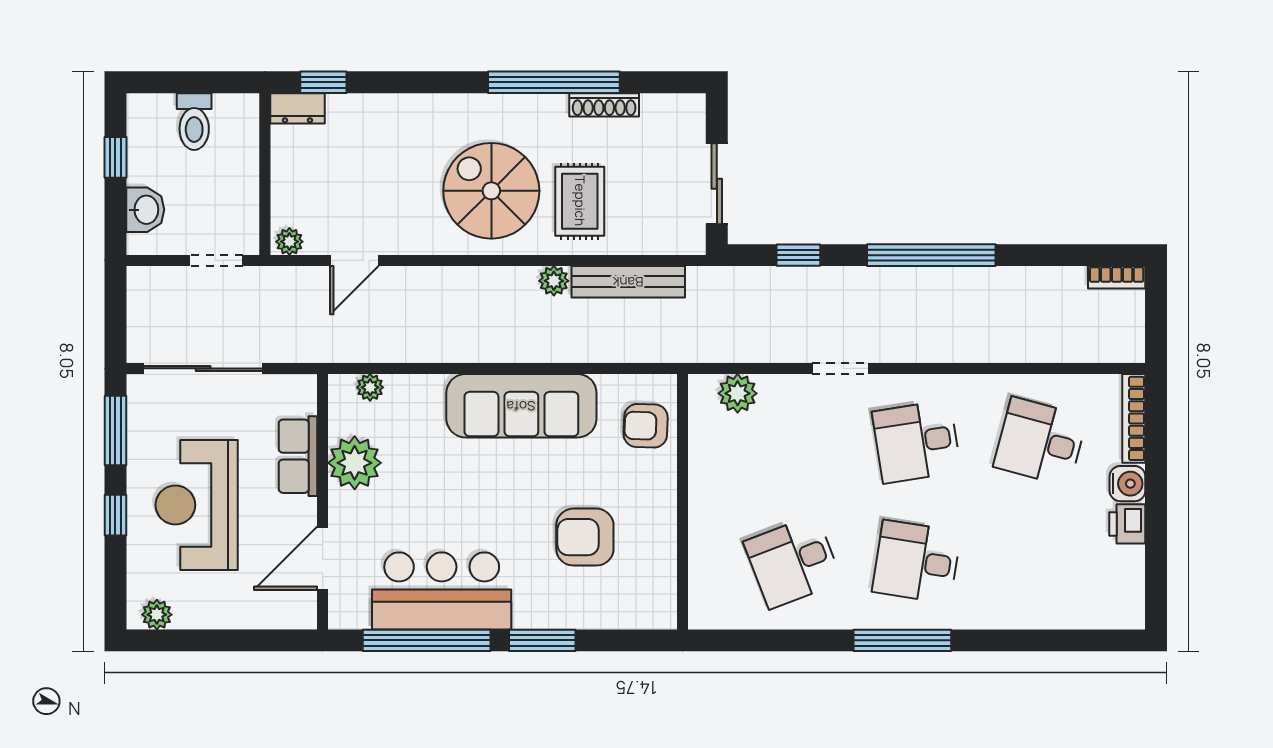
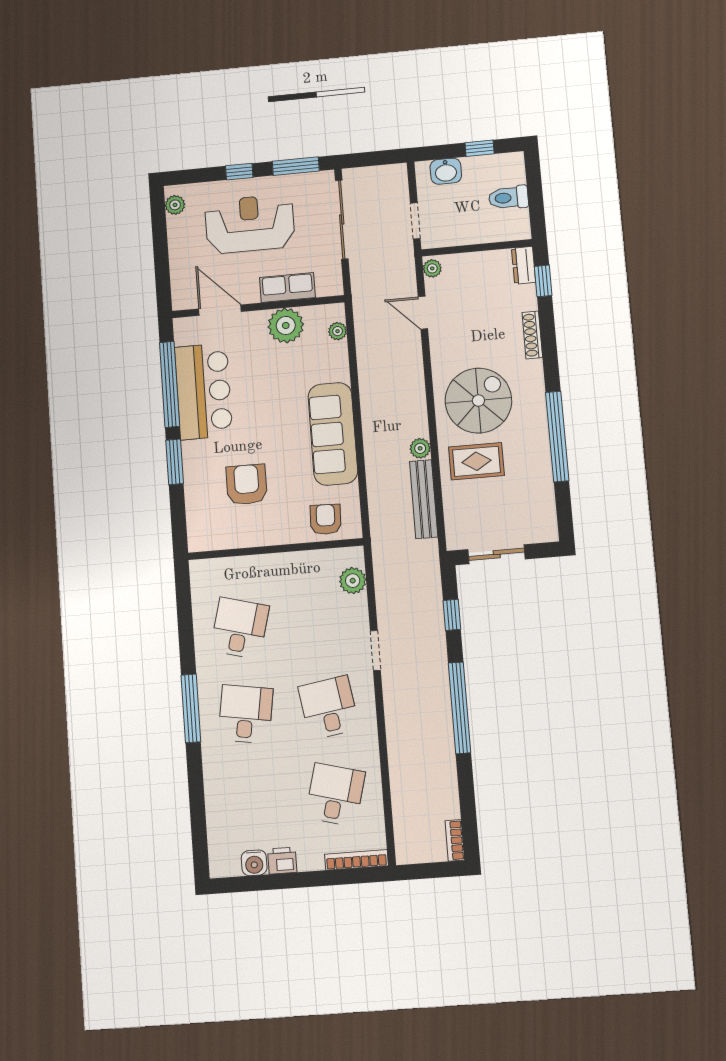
shoe rack: (604, 105) -> (532, 335), moved
water cooler: (1127, 484) -> (254, 863), moved
desk: (793, 562) -> (240, 628), turned 36

